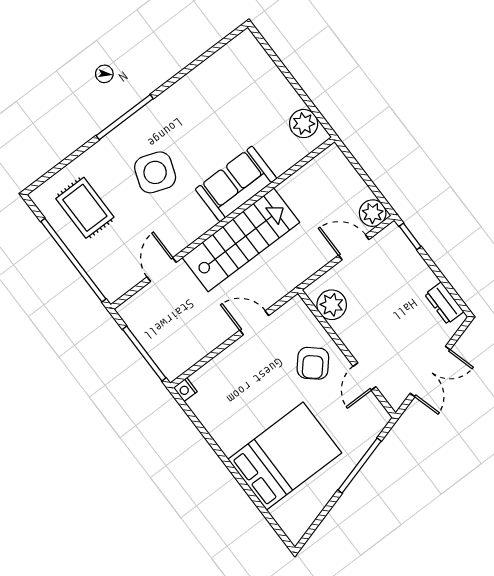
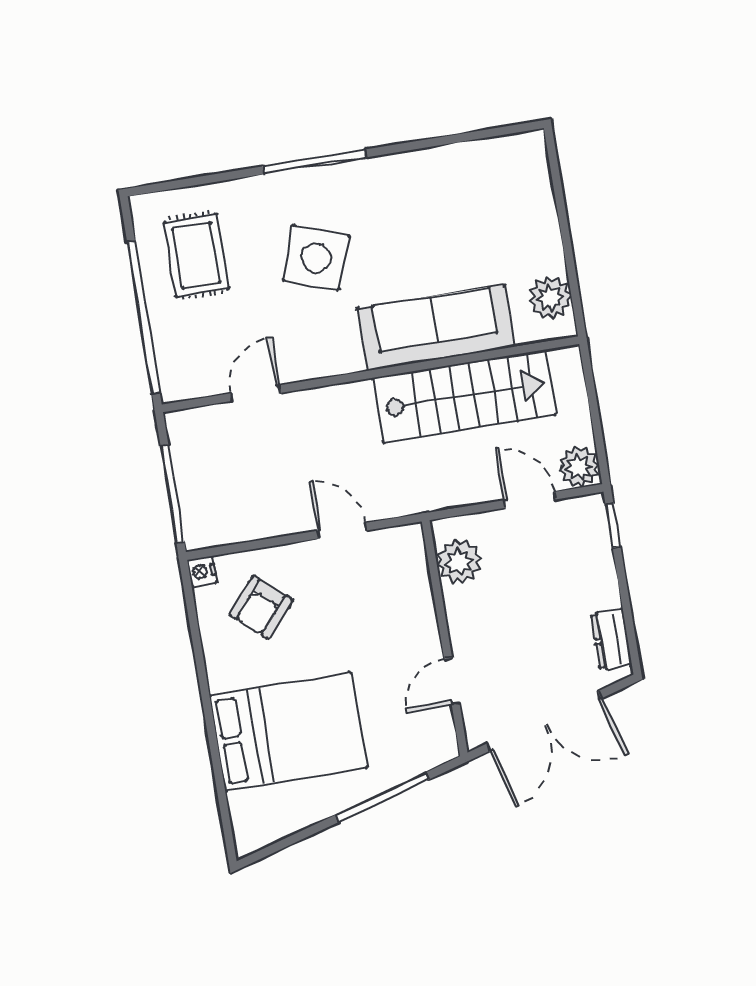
sofa: (236, 184) -> (436, 328), width x1.36
stairs: (241, 240) -> (464, 396), moved
armchair: (313, 363) -> (261, 607), moved
double door: (430, 371) -> (544, 721), width x1.37

